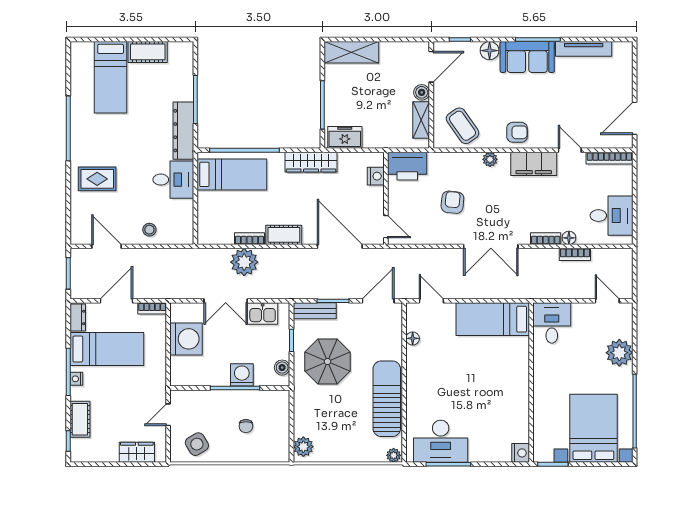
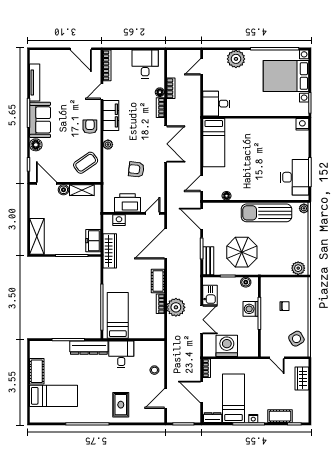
wardrobe: (311, 162) -> (110, 251), moved
printer: (407, 166) -> (127, 203), moved, turned -90

